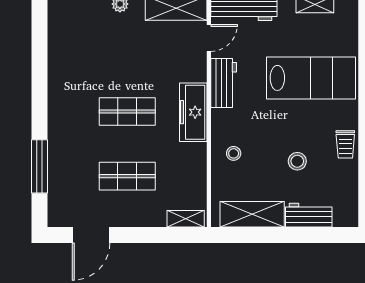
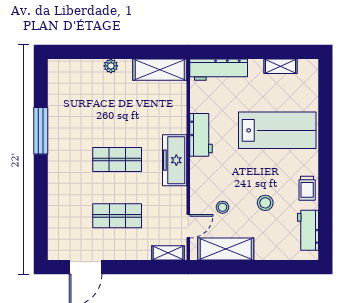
door: (209, 38) -> (188, 226), moved
stool: (234, 153) -> (222, 207), moved
window: (40, 166) -> (41, 131), moved
workbench: (309, 215) -> (308, 230), moved, turned -90

